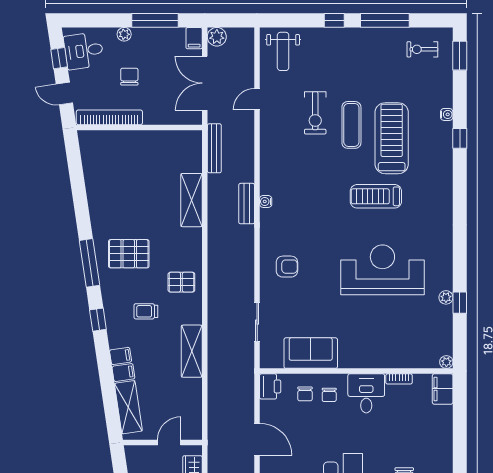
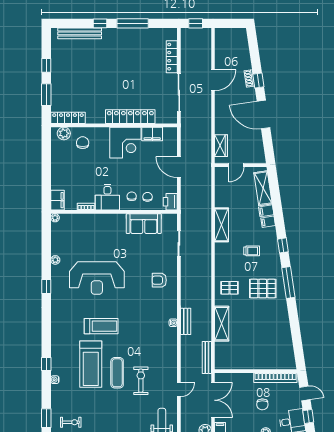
pallet: (181, 282) -> (229, 288), moved
window: (460, 303) -> (46, 287), moved

